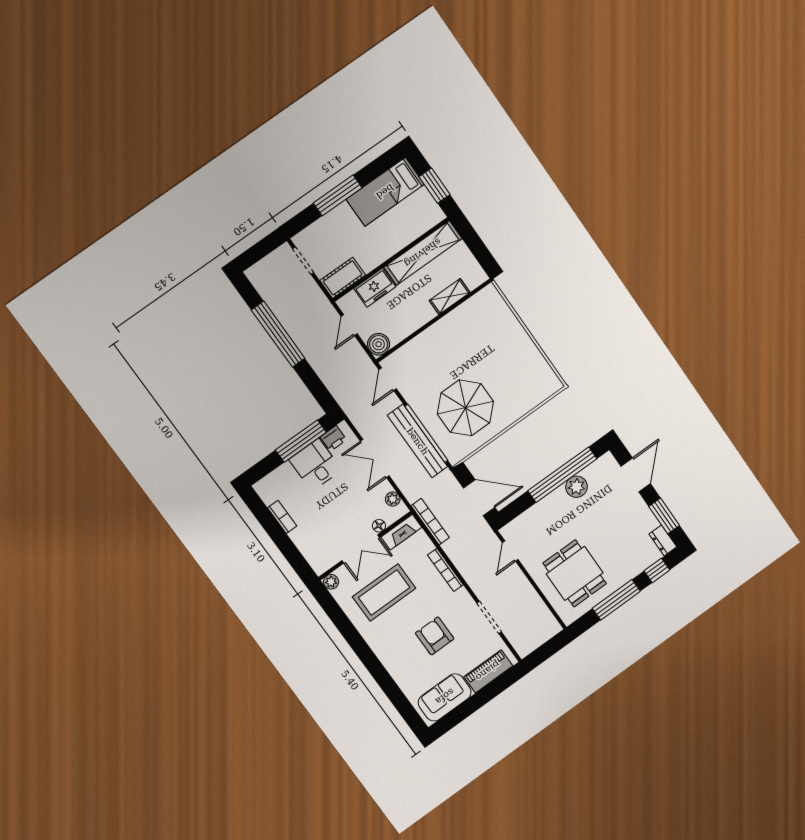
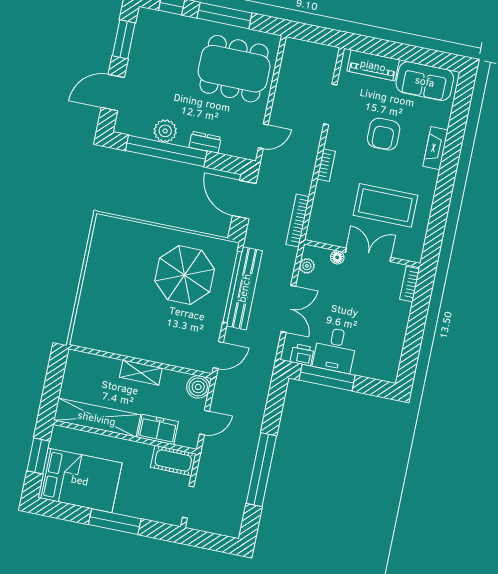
bed: (385, 192) -> (80, 480), width x1.50
shelving: (450, 296) -> (141, 373), moved
bookcase: (282, 517) -> (410, 284), moved
fireplace: (401, 532) -> (435, 148), moved, turned -90
dresser: (663, 540) -> (205, 142), moved, turned -90
bookcase: (445, 570) -> (326, 165), width x0.64
dining table: (575, 573) -> (234, 69), width x1.38
plant: (331, 582) -> (415, 254), removed

